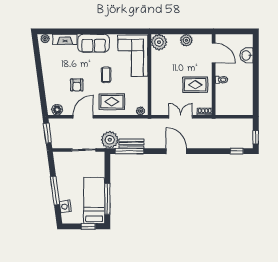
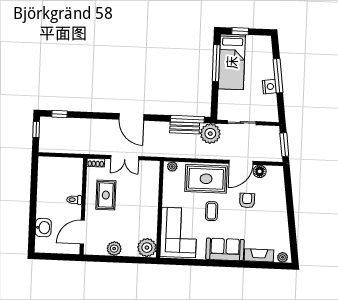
door: (214, 53) -> (82, 232), hinge flipped
rug: (195, 85) -> (106, 195), turned 90
rug: (112, 102) -> (206, 179), width x1.36, depth x1.43
floor lamp: (57, 110) -> (260, 171), moved
nightstand: (65, 207) -> (269, 87), moved

